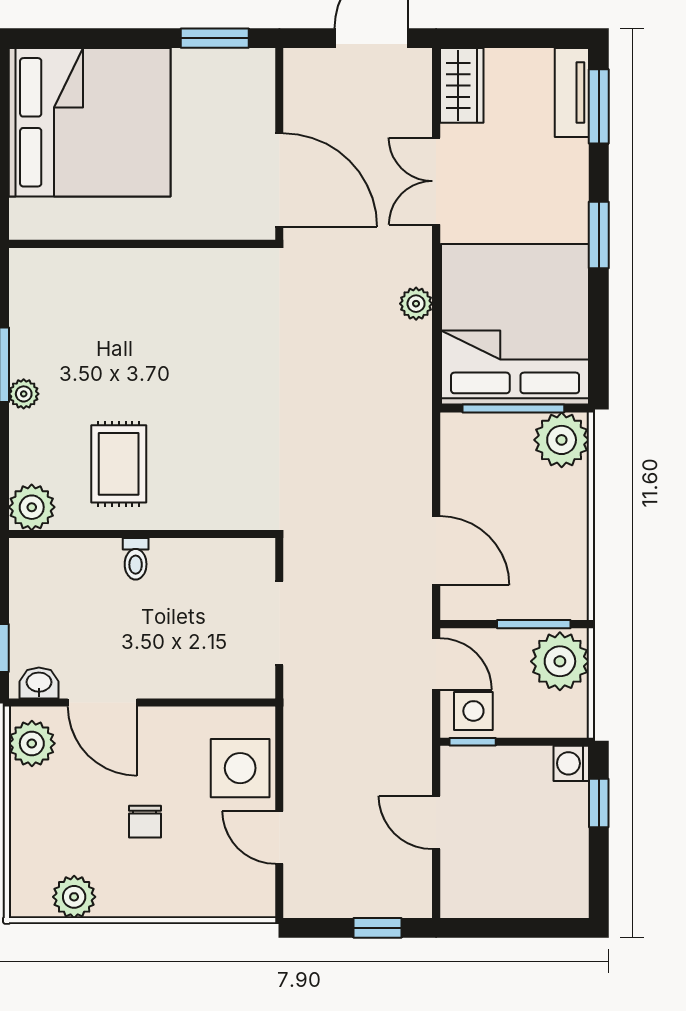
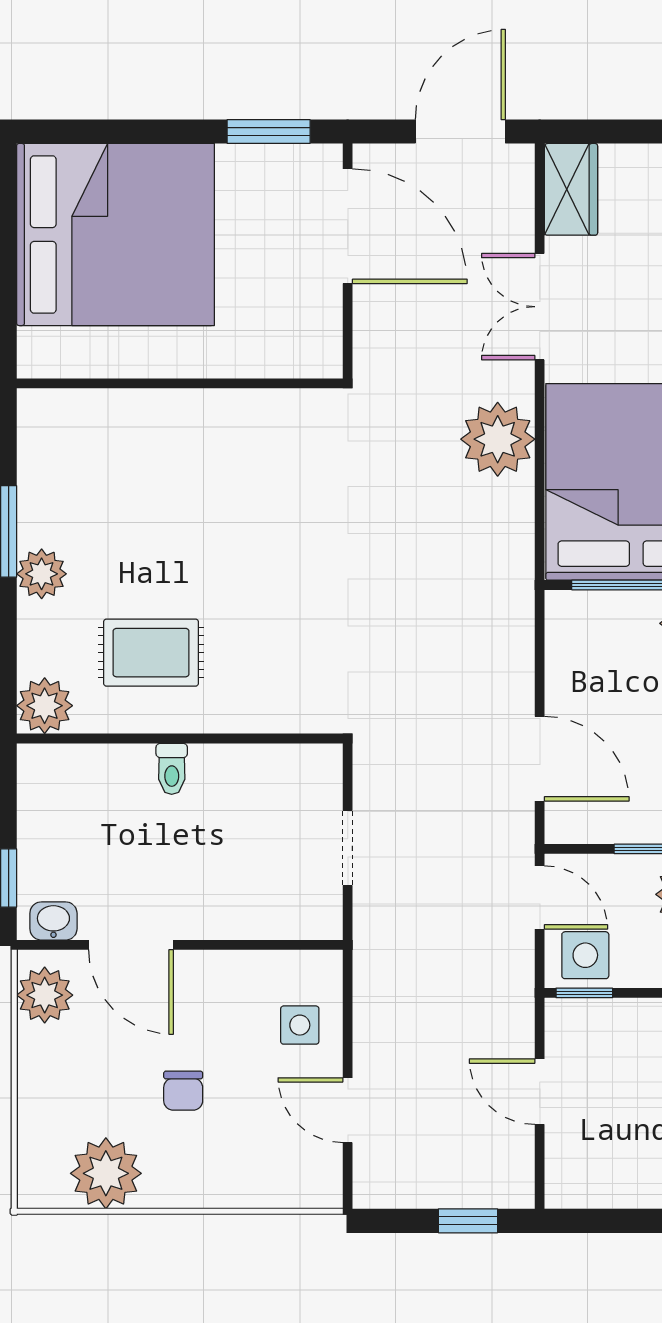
door: (279, 180) -> (348, 226), moved
plant: (416, 304) -> (498, 439), width x1.88, depth x1.88
plant: (24, 394) -> (42, 574), width x1.38, depth x1.38
rug: (119, 464) -> (151, 653), turned 90
doorway: (279, 623) -> (348, 848), width x0.73
side table: (240, 768) -> (300, 1025), width x0.54, depth x0.54
plant: (74, 897) -> (106, 1173), width x1.36, depth x1.36

